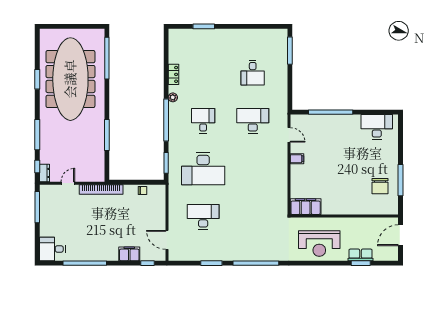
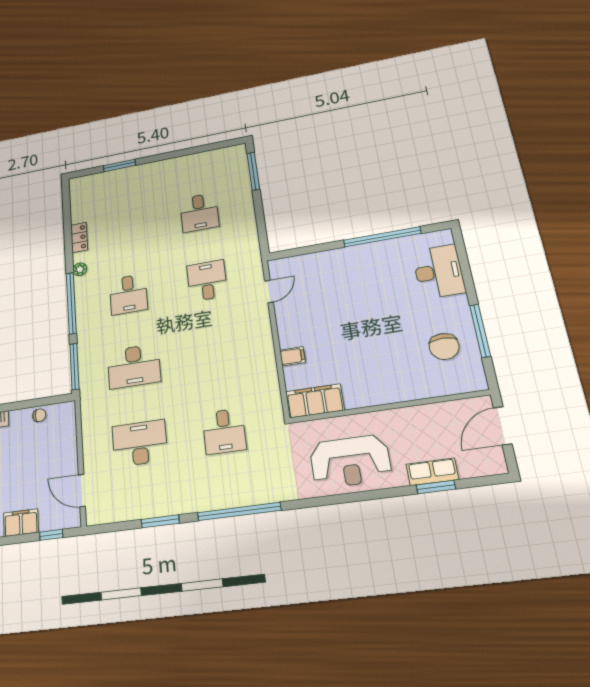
window: (331, 112) -> (382, 237), moved
desk: (203, 121) -> (128, 294), turned 180
desk: (253, 121) -> (207, 281), width x0.73
desk: (377, 127) -> (439, 272), moved, turned 90
door: (289, 135) -> (269, 291), hinge flipped
filing cabinet: (297, 159) -> (292, 356), moved
window: (166, 163) -> (74, 366), width x1.44
desk: (203, 169) -> (134, 366), width x0.73, depth x0.77
desk: (253, 217) -> (224, 431), added

